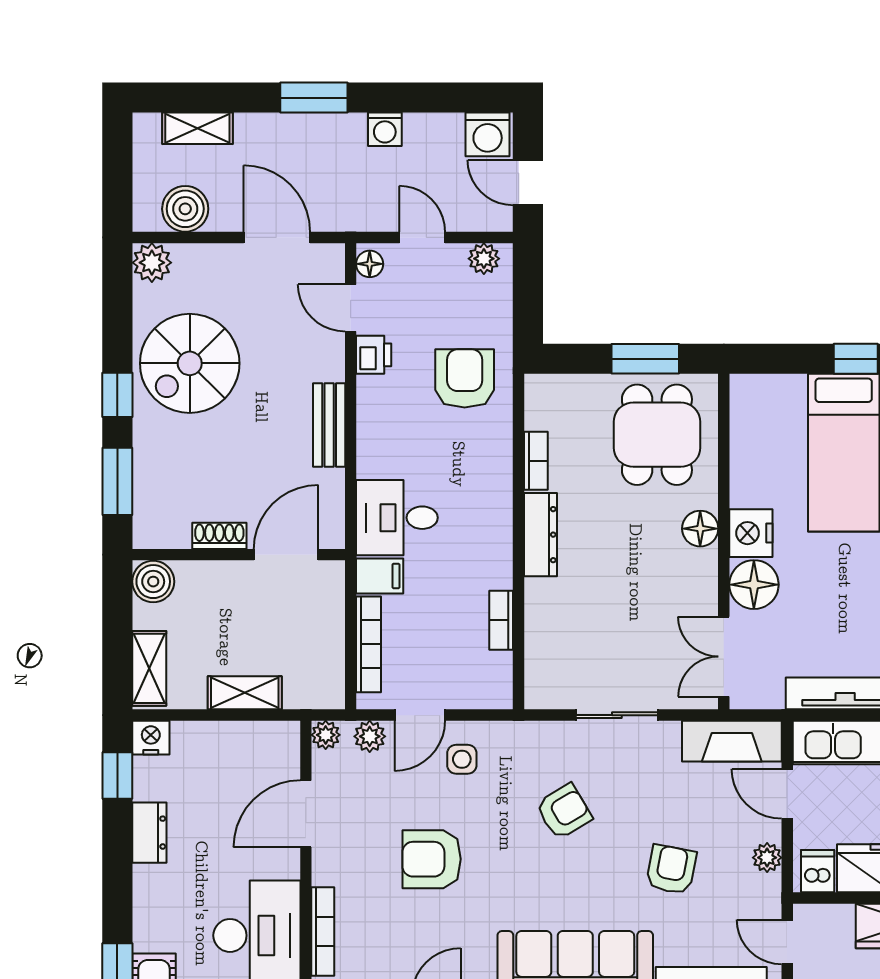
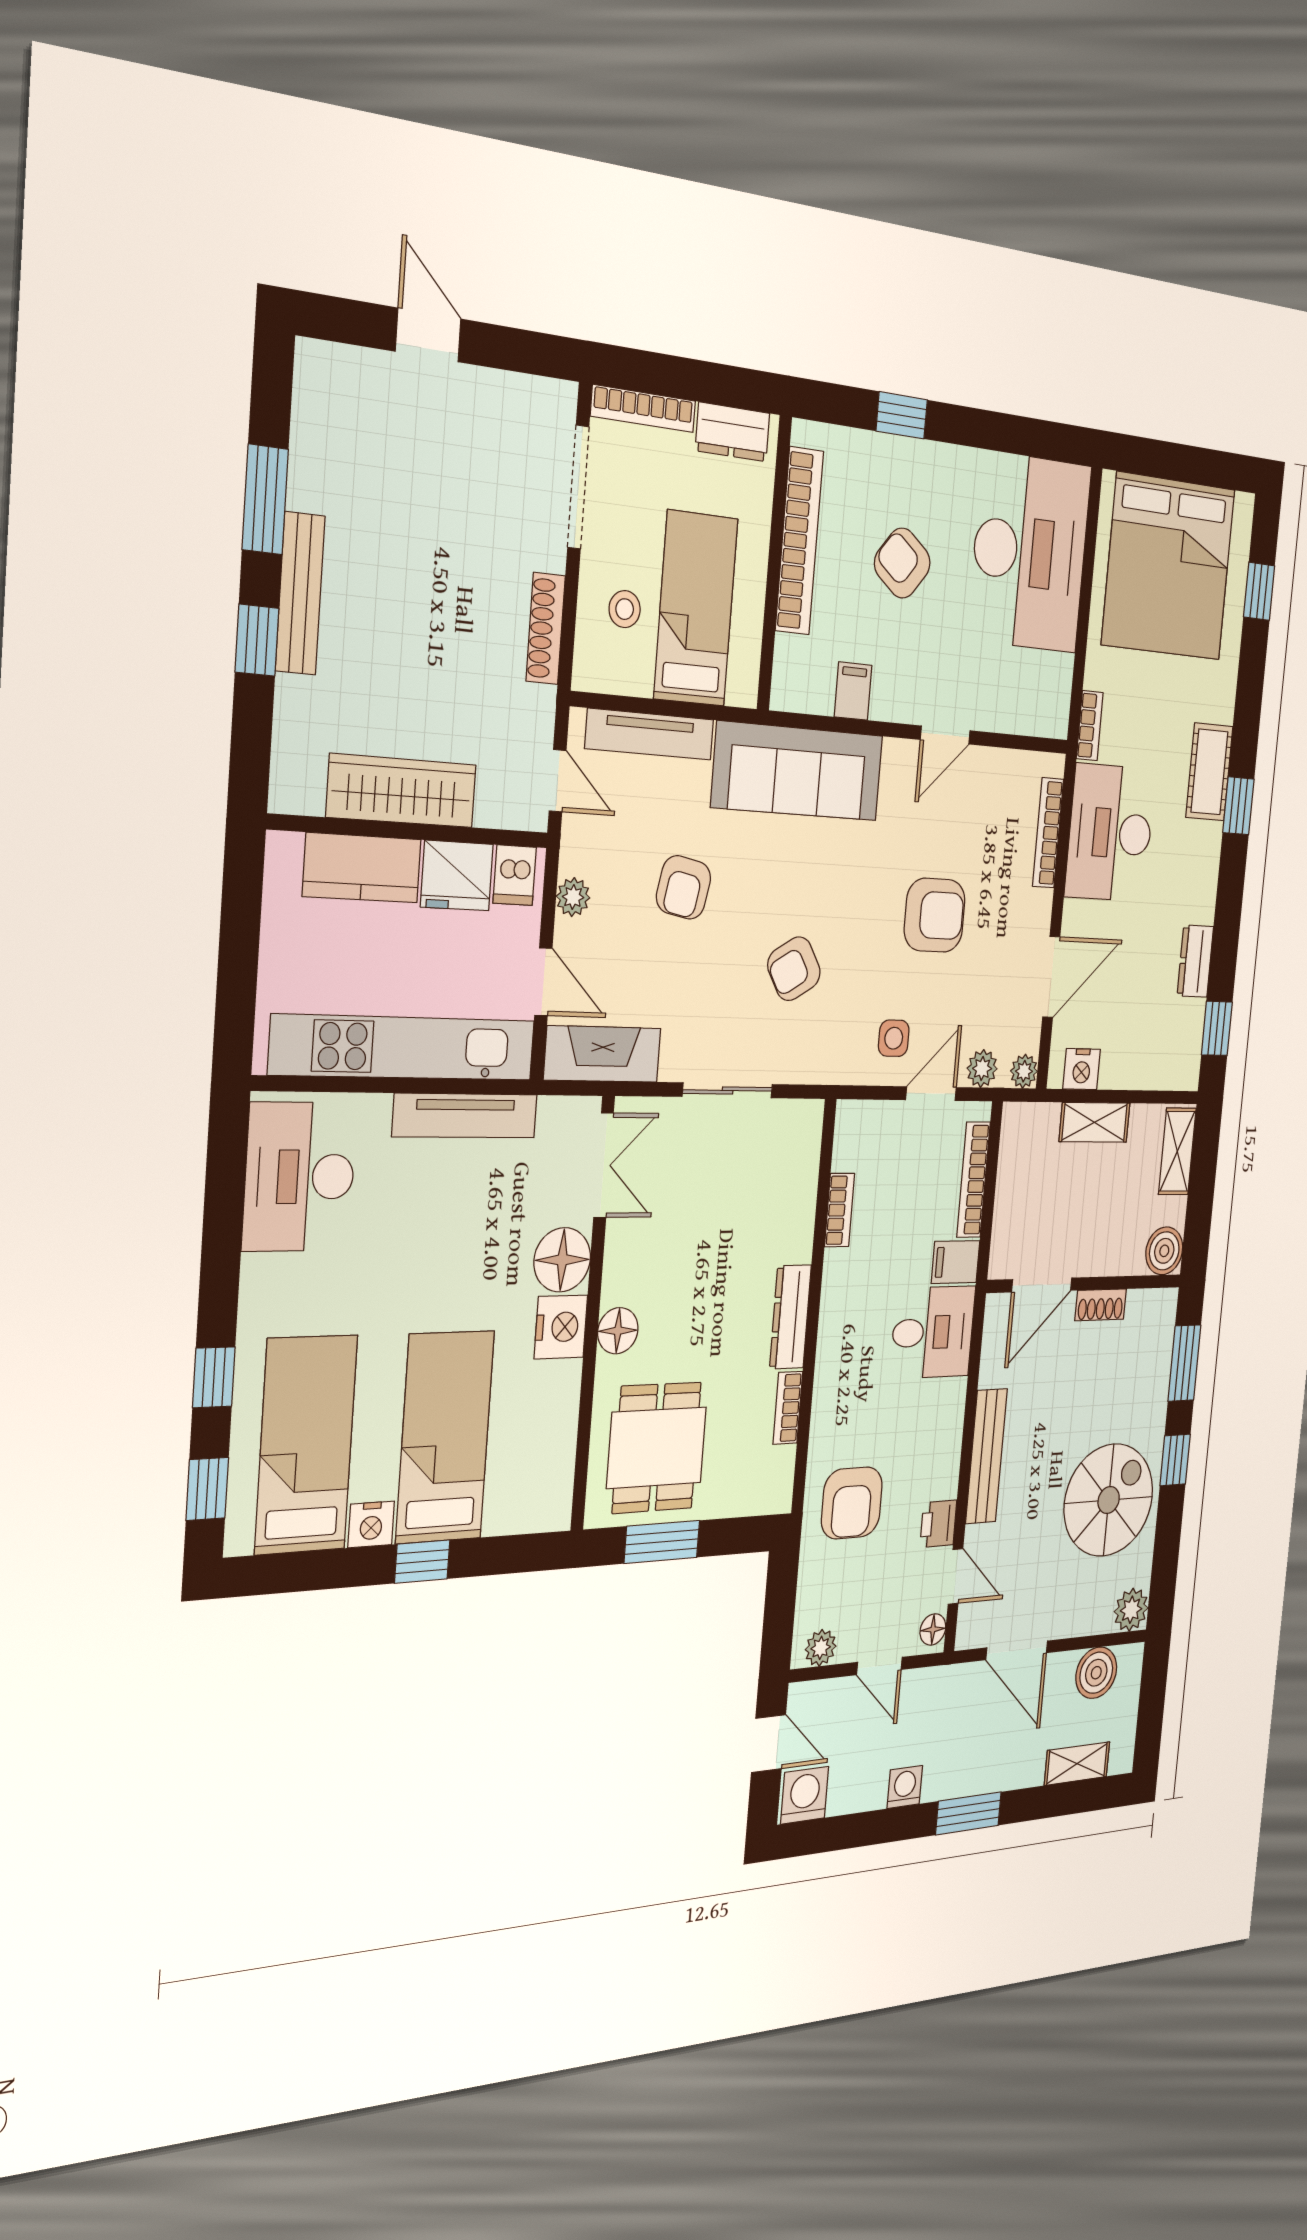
bench: (329, 425) -> (986, 1456), width x1.36
nightstand: (151, 738) -> (1082, 1069), moved

